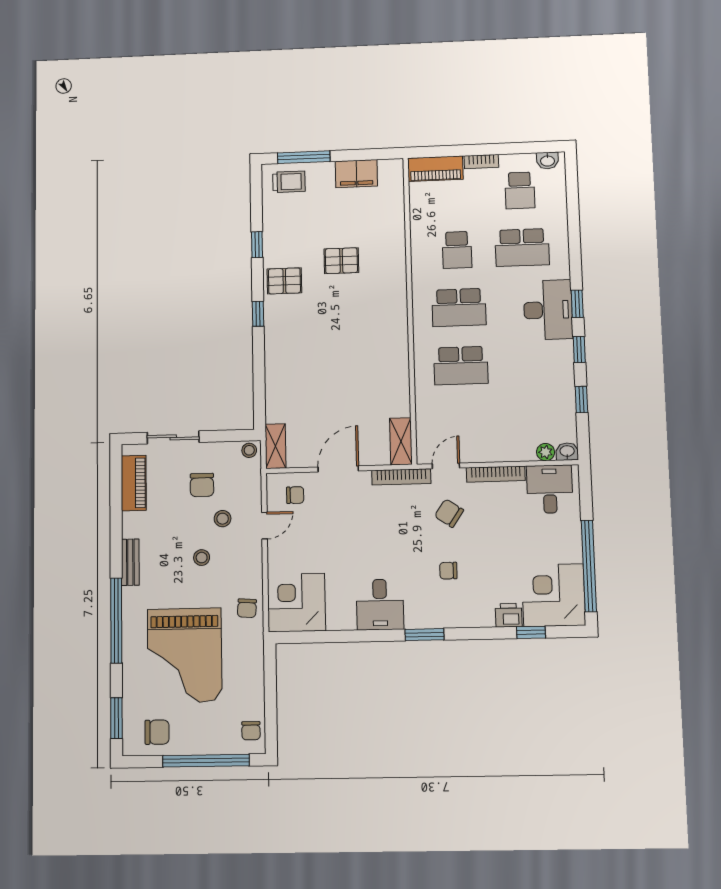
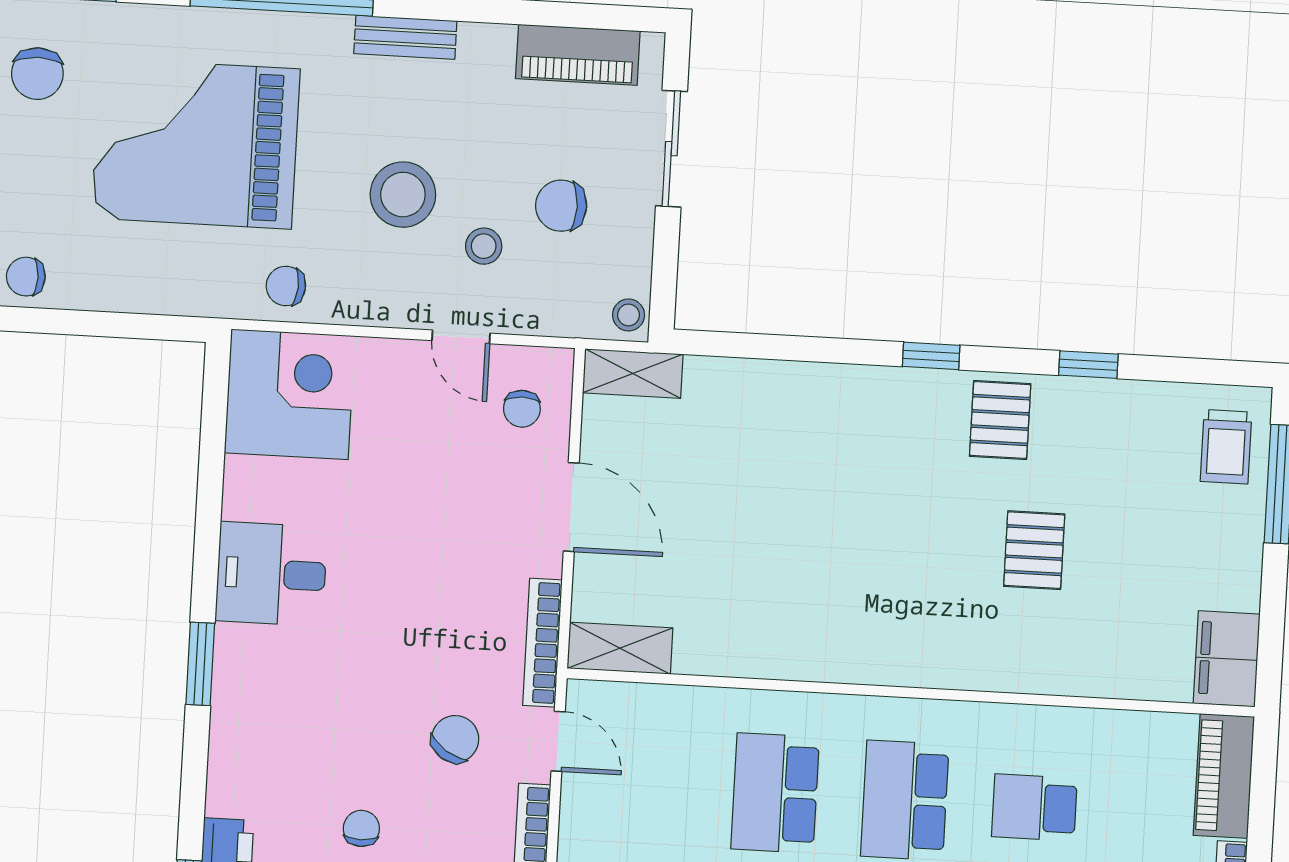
filing cabinet: (356, 174) -> (1227, 659), moved
stool: (202, 558) -> (403, 195), width x1.89, depth x1.89
chair: (448, 571) -> (361, 828), moved

